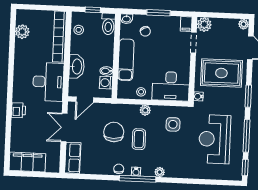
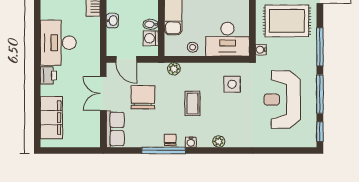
washbasin: (77, 66) -> (112, 21), width x0.52, depth x0.69
desk: (48, 82) -> (58, 43), moved, turned 180
window: (248, 96) -> (320, 47), width x1.44
door: (85, 100) -> (126, 59), hinge flipped
plant: (145, 110) -> (174, 69), moved
chair: (114, 132) -> (143, 97), moved
filing cabinet: (27, 162) -> (51, 118), moved, turned 90
window: (138, 179) -> (164, 150), moved

